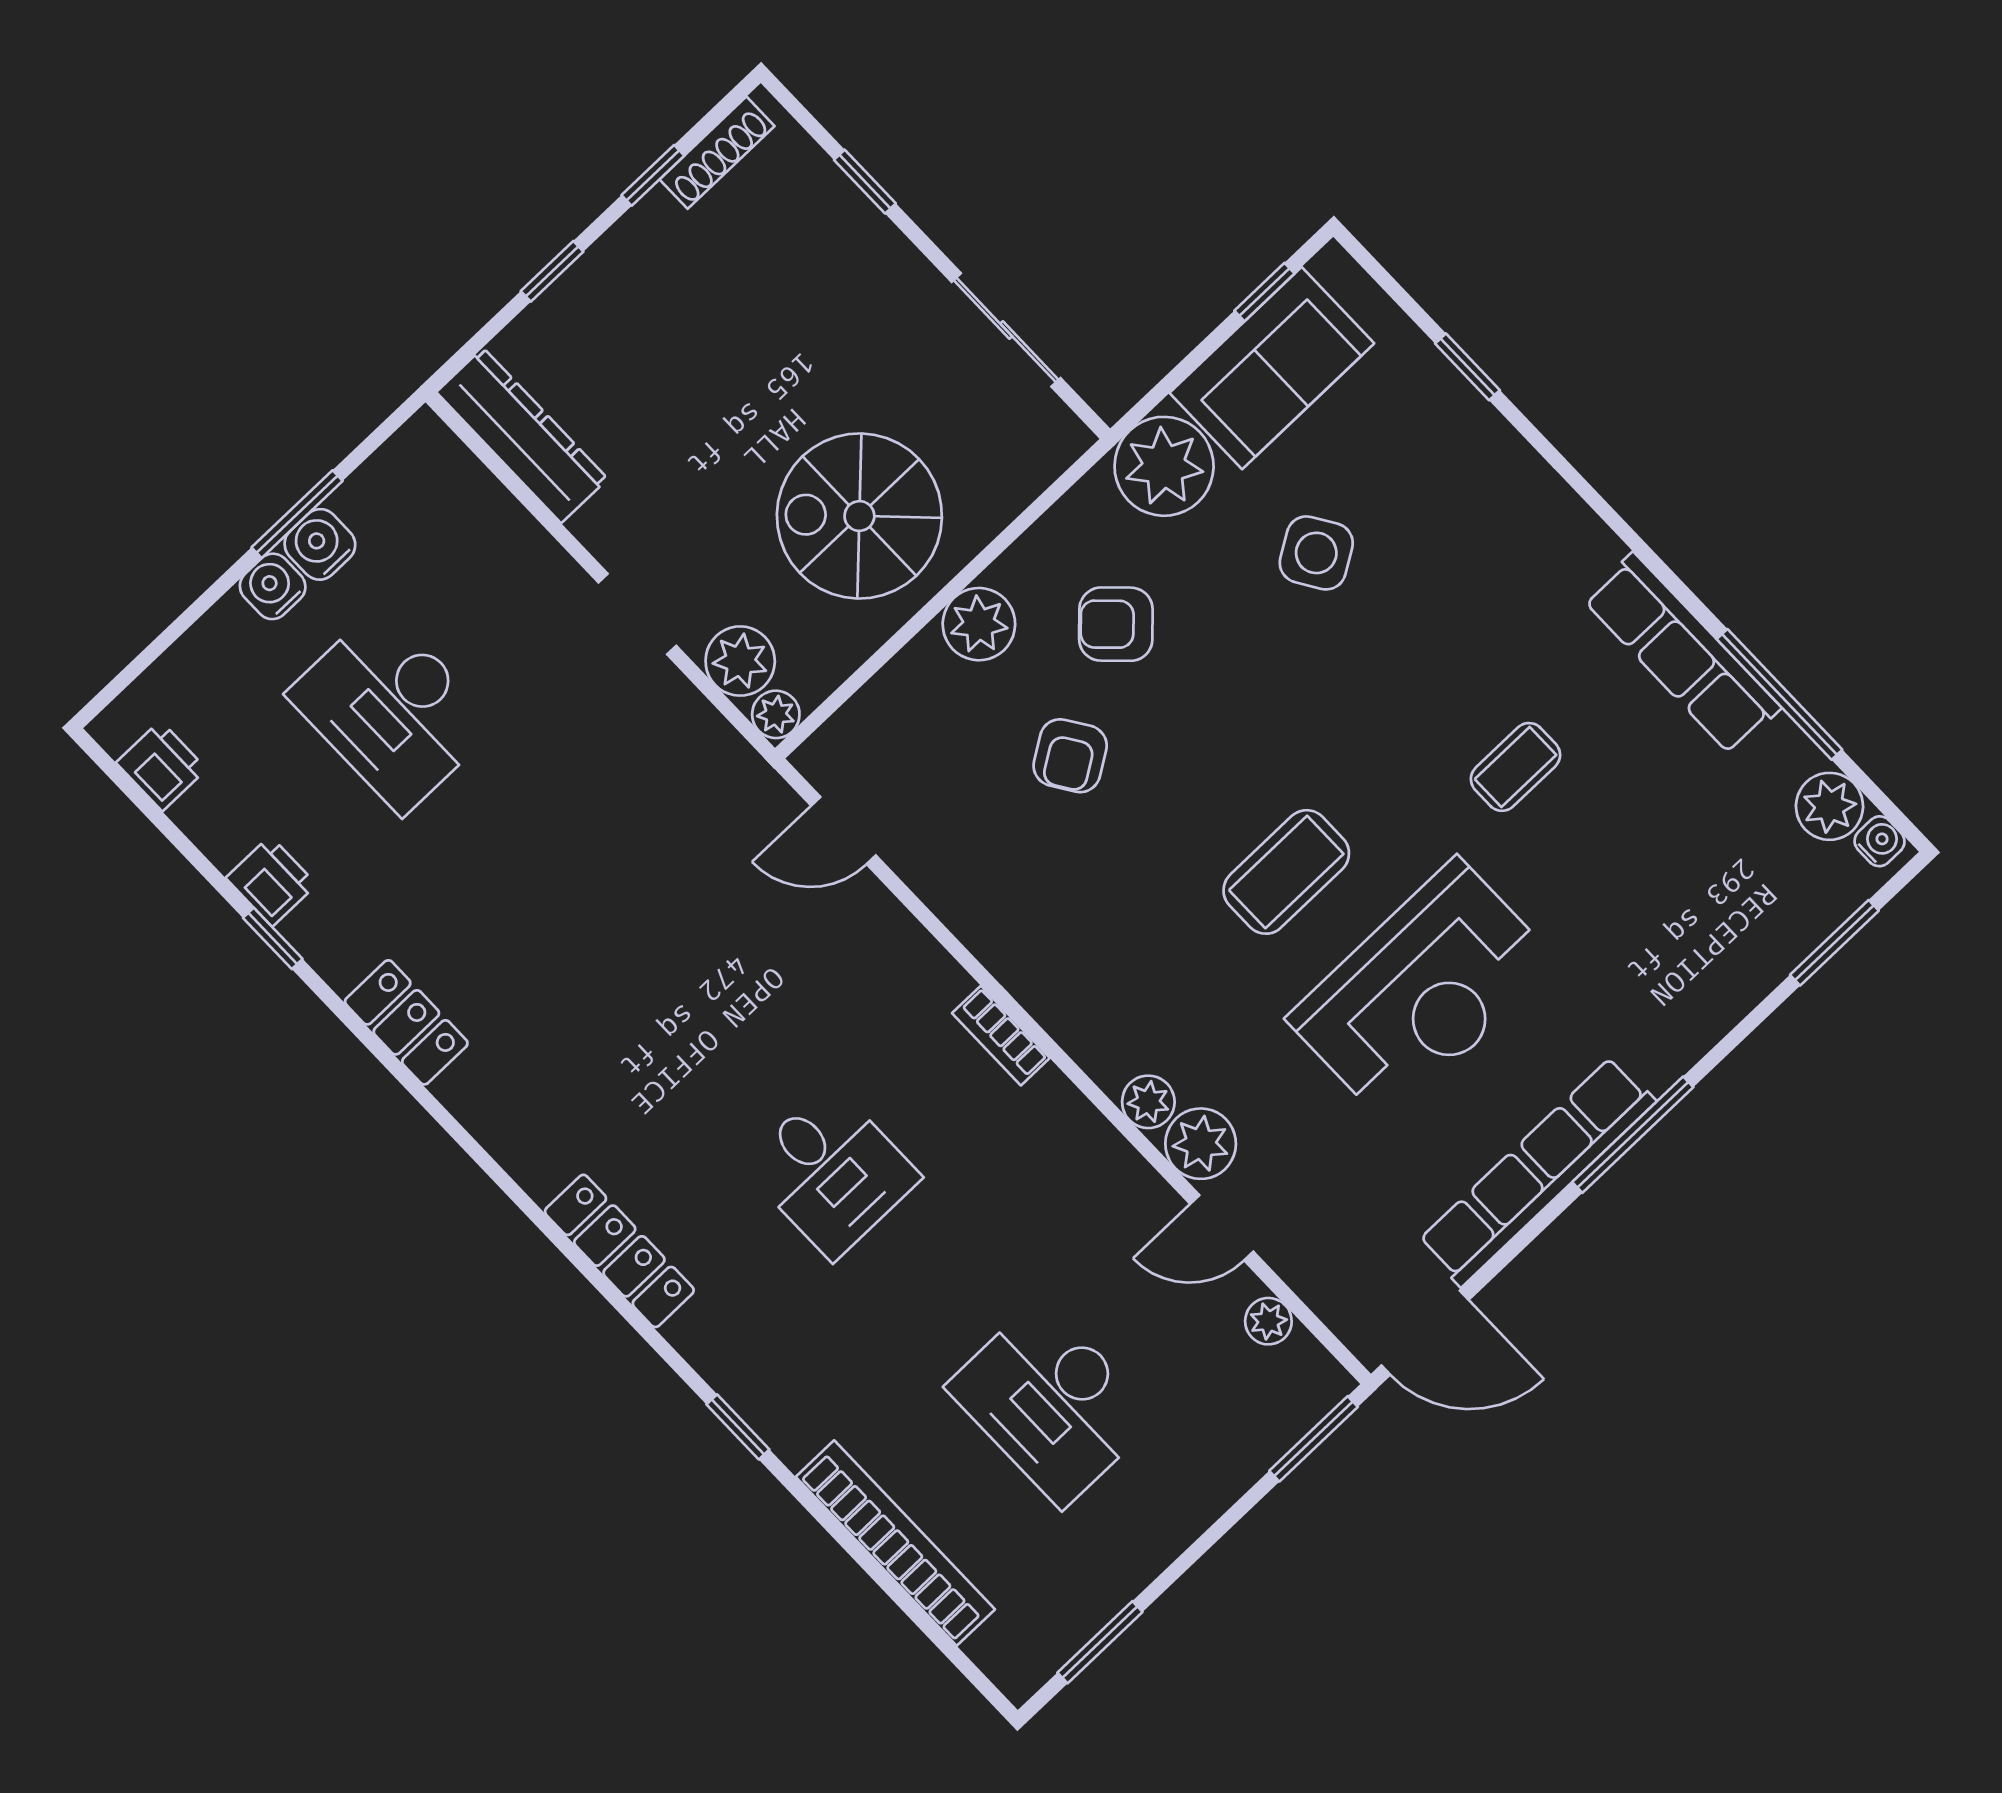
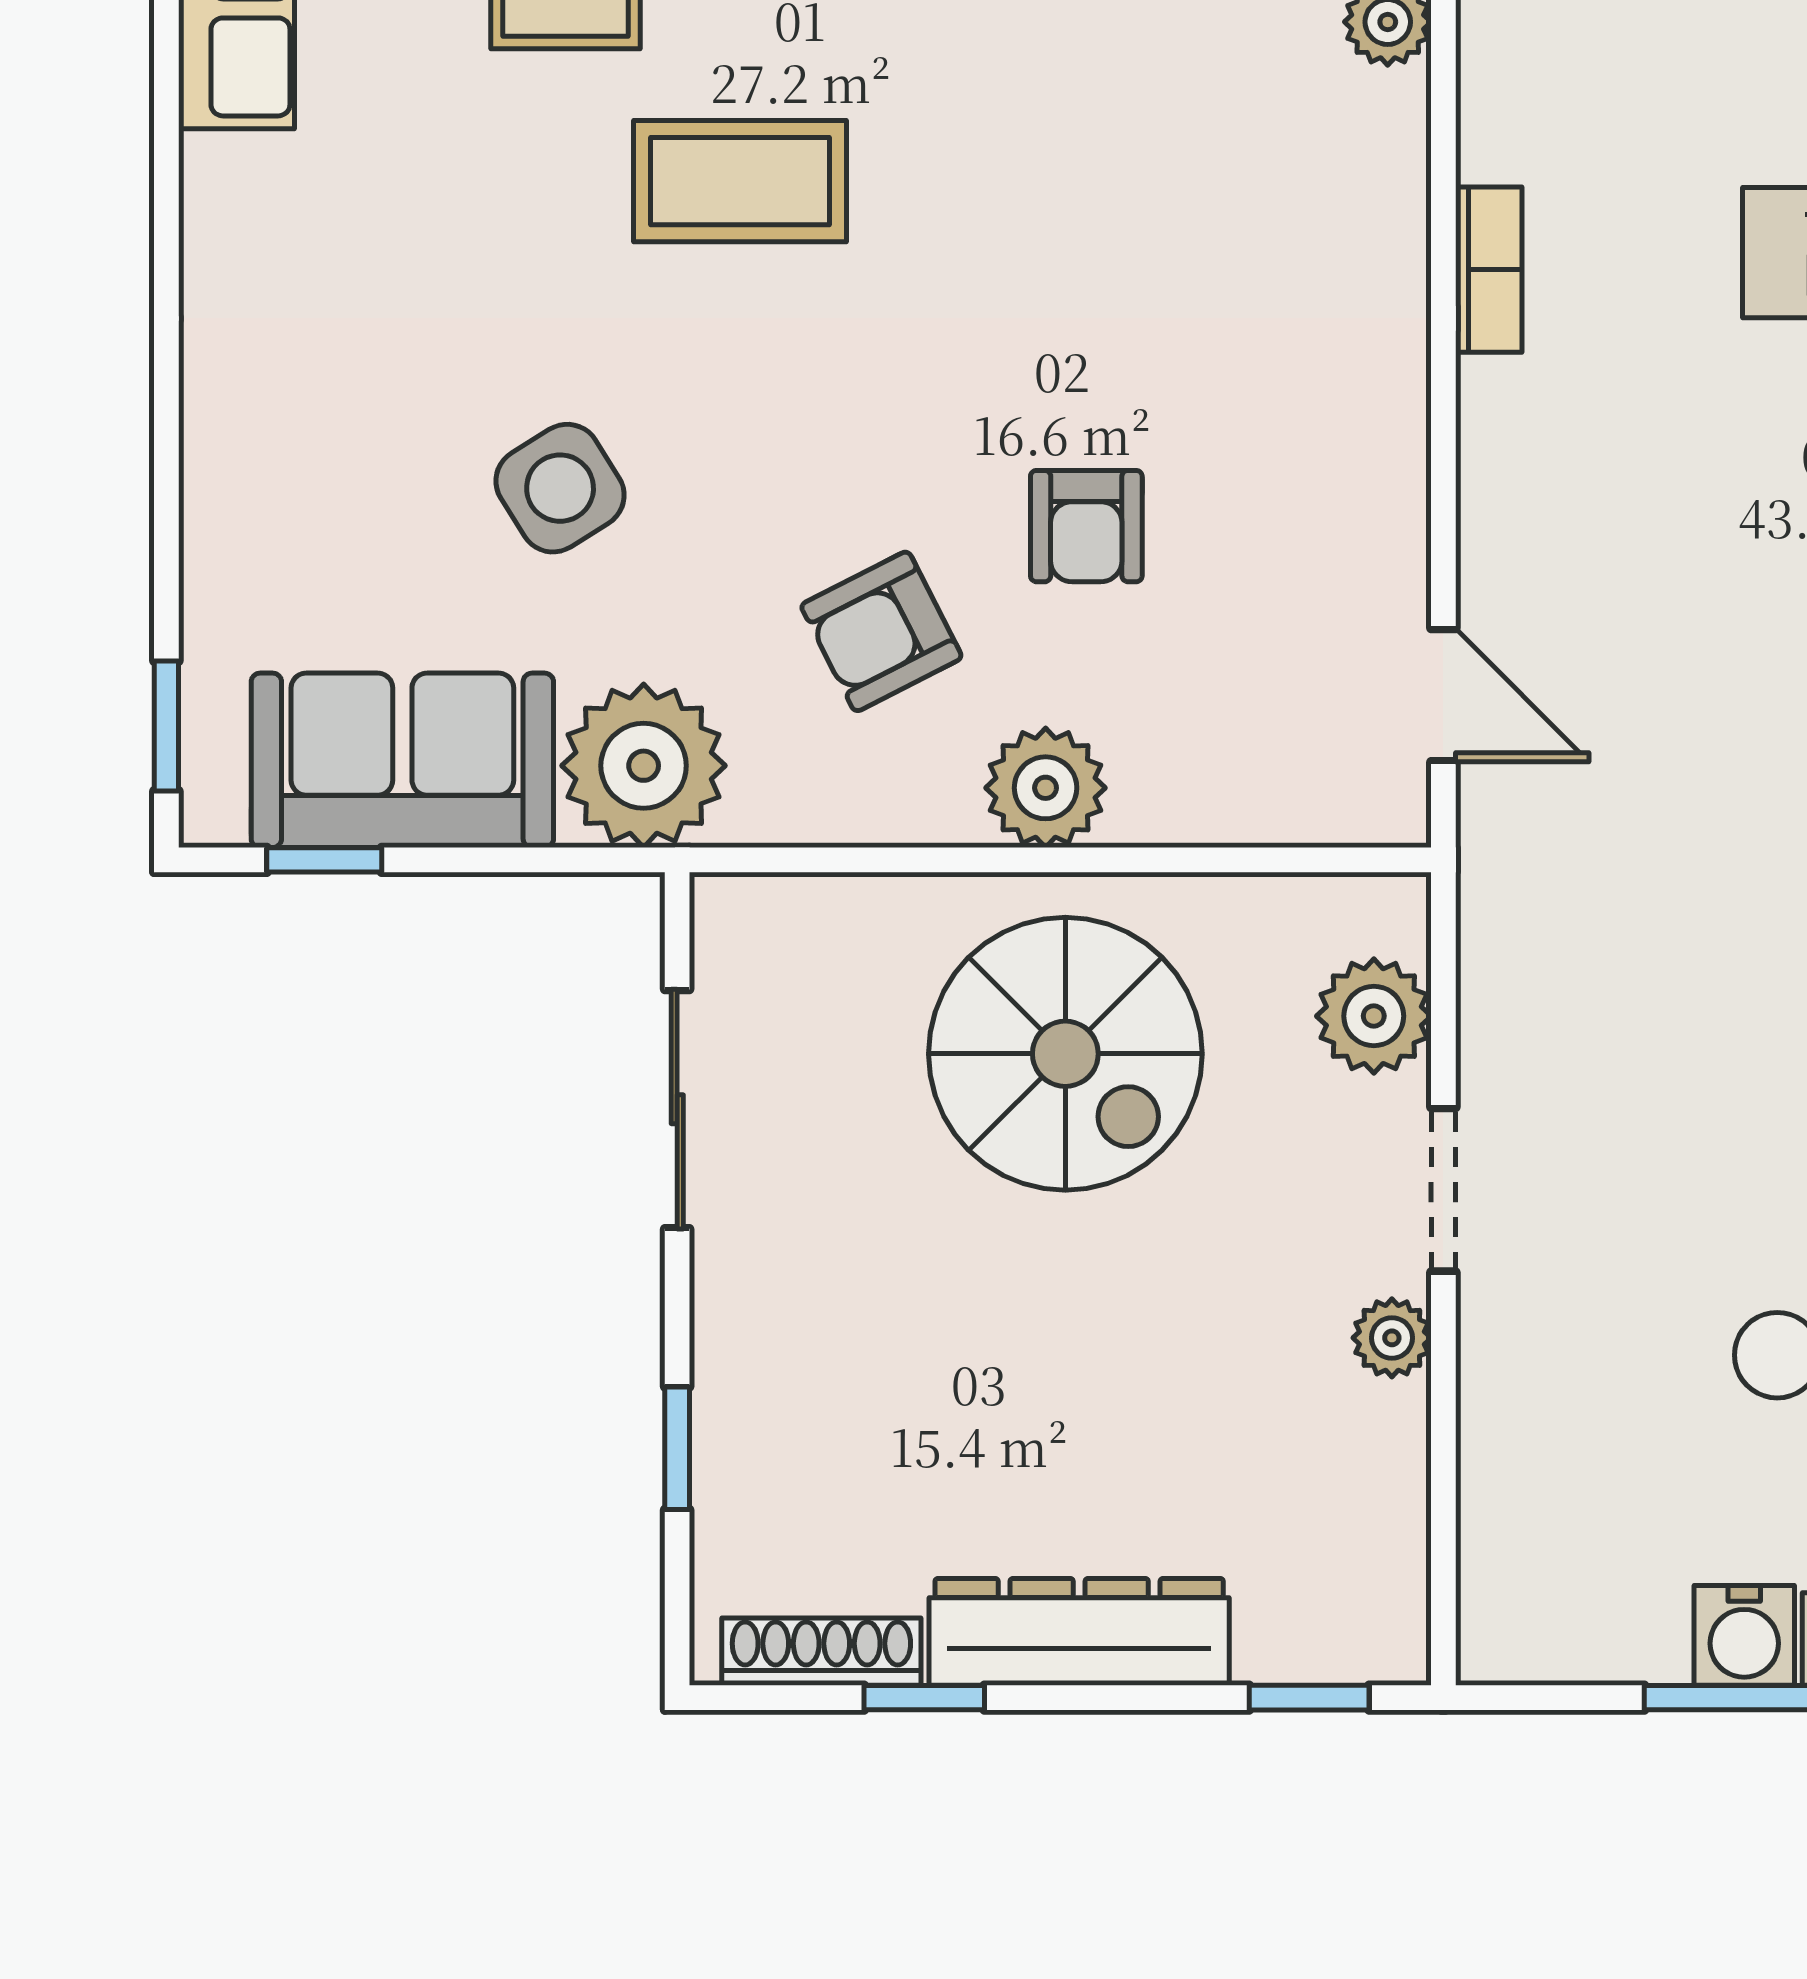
window: (552, 271) -> (1309, 1698), moved
window: (1468, 367) -> (166, 726), moved
dresser: (522, 435) -> (1079, 1632), moved, turned 90
armchair: (1116, 624) -> (881, 631), turned 109
plant: (776, 714) -> (1392, 1338), moved
armchair: (1070, 756) -> (1086, 526), turned 123
coffee table: (1286, 872) -> (740, 181), moved

